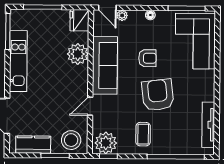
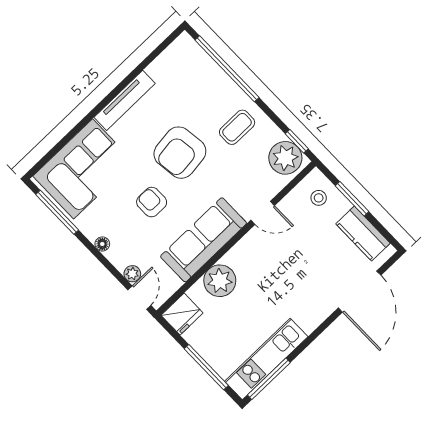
kitchen unit: (18, 61) -> (266, 359), moved
tv unit: (208, 125) -> (125, 100), moved
stool: (71, 140) -> (319, 198), width x0.53, depth x0.53

